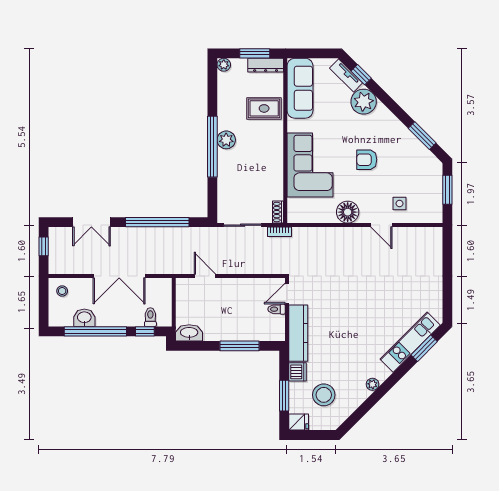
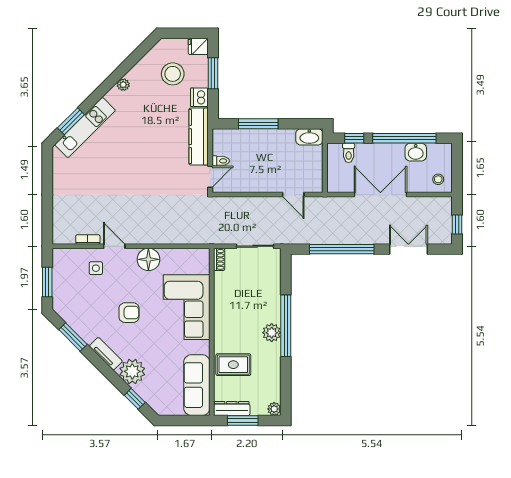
tv unit: (346, 76) -> (106, 354), moved
bookcase: (279, 232) -> (88, 239), moved

